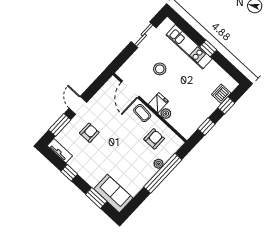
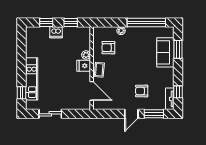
window: (208, 48) -> (22, 93), moved
stool: (160, 69) -> (62, 84), removed
door: (130, 89) -> (92, 91), hinge flipped
dishwasher: (221, 94) -> (56, 32), moved
window: (69, 173) -> (178, 92), moved
window: (163, 173) -> (146, 23), moved
sofa: (113, 194) -> (165, 52), moved

